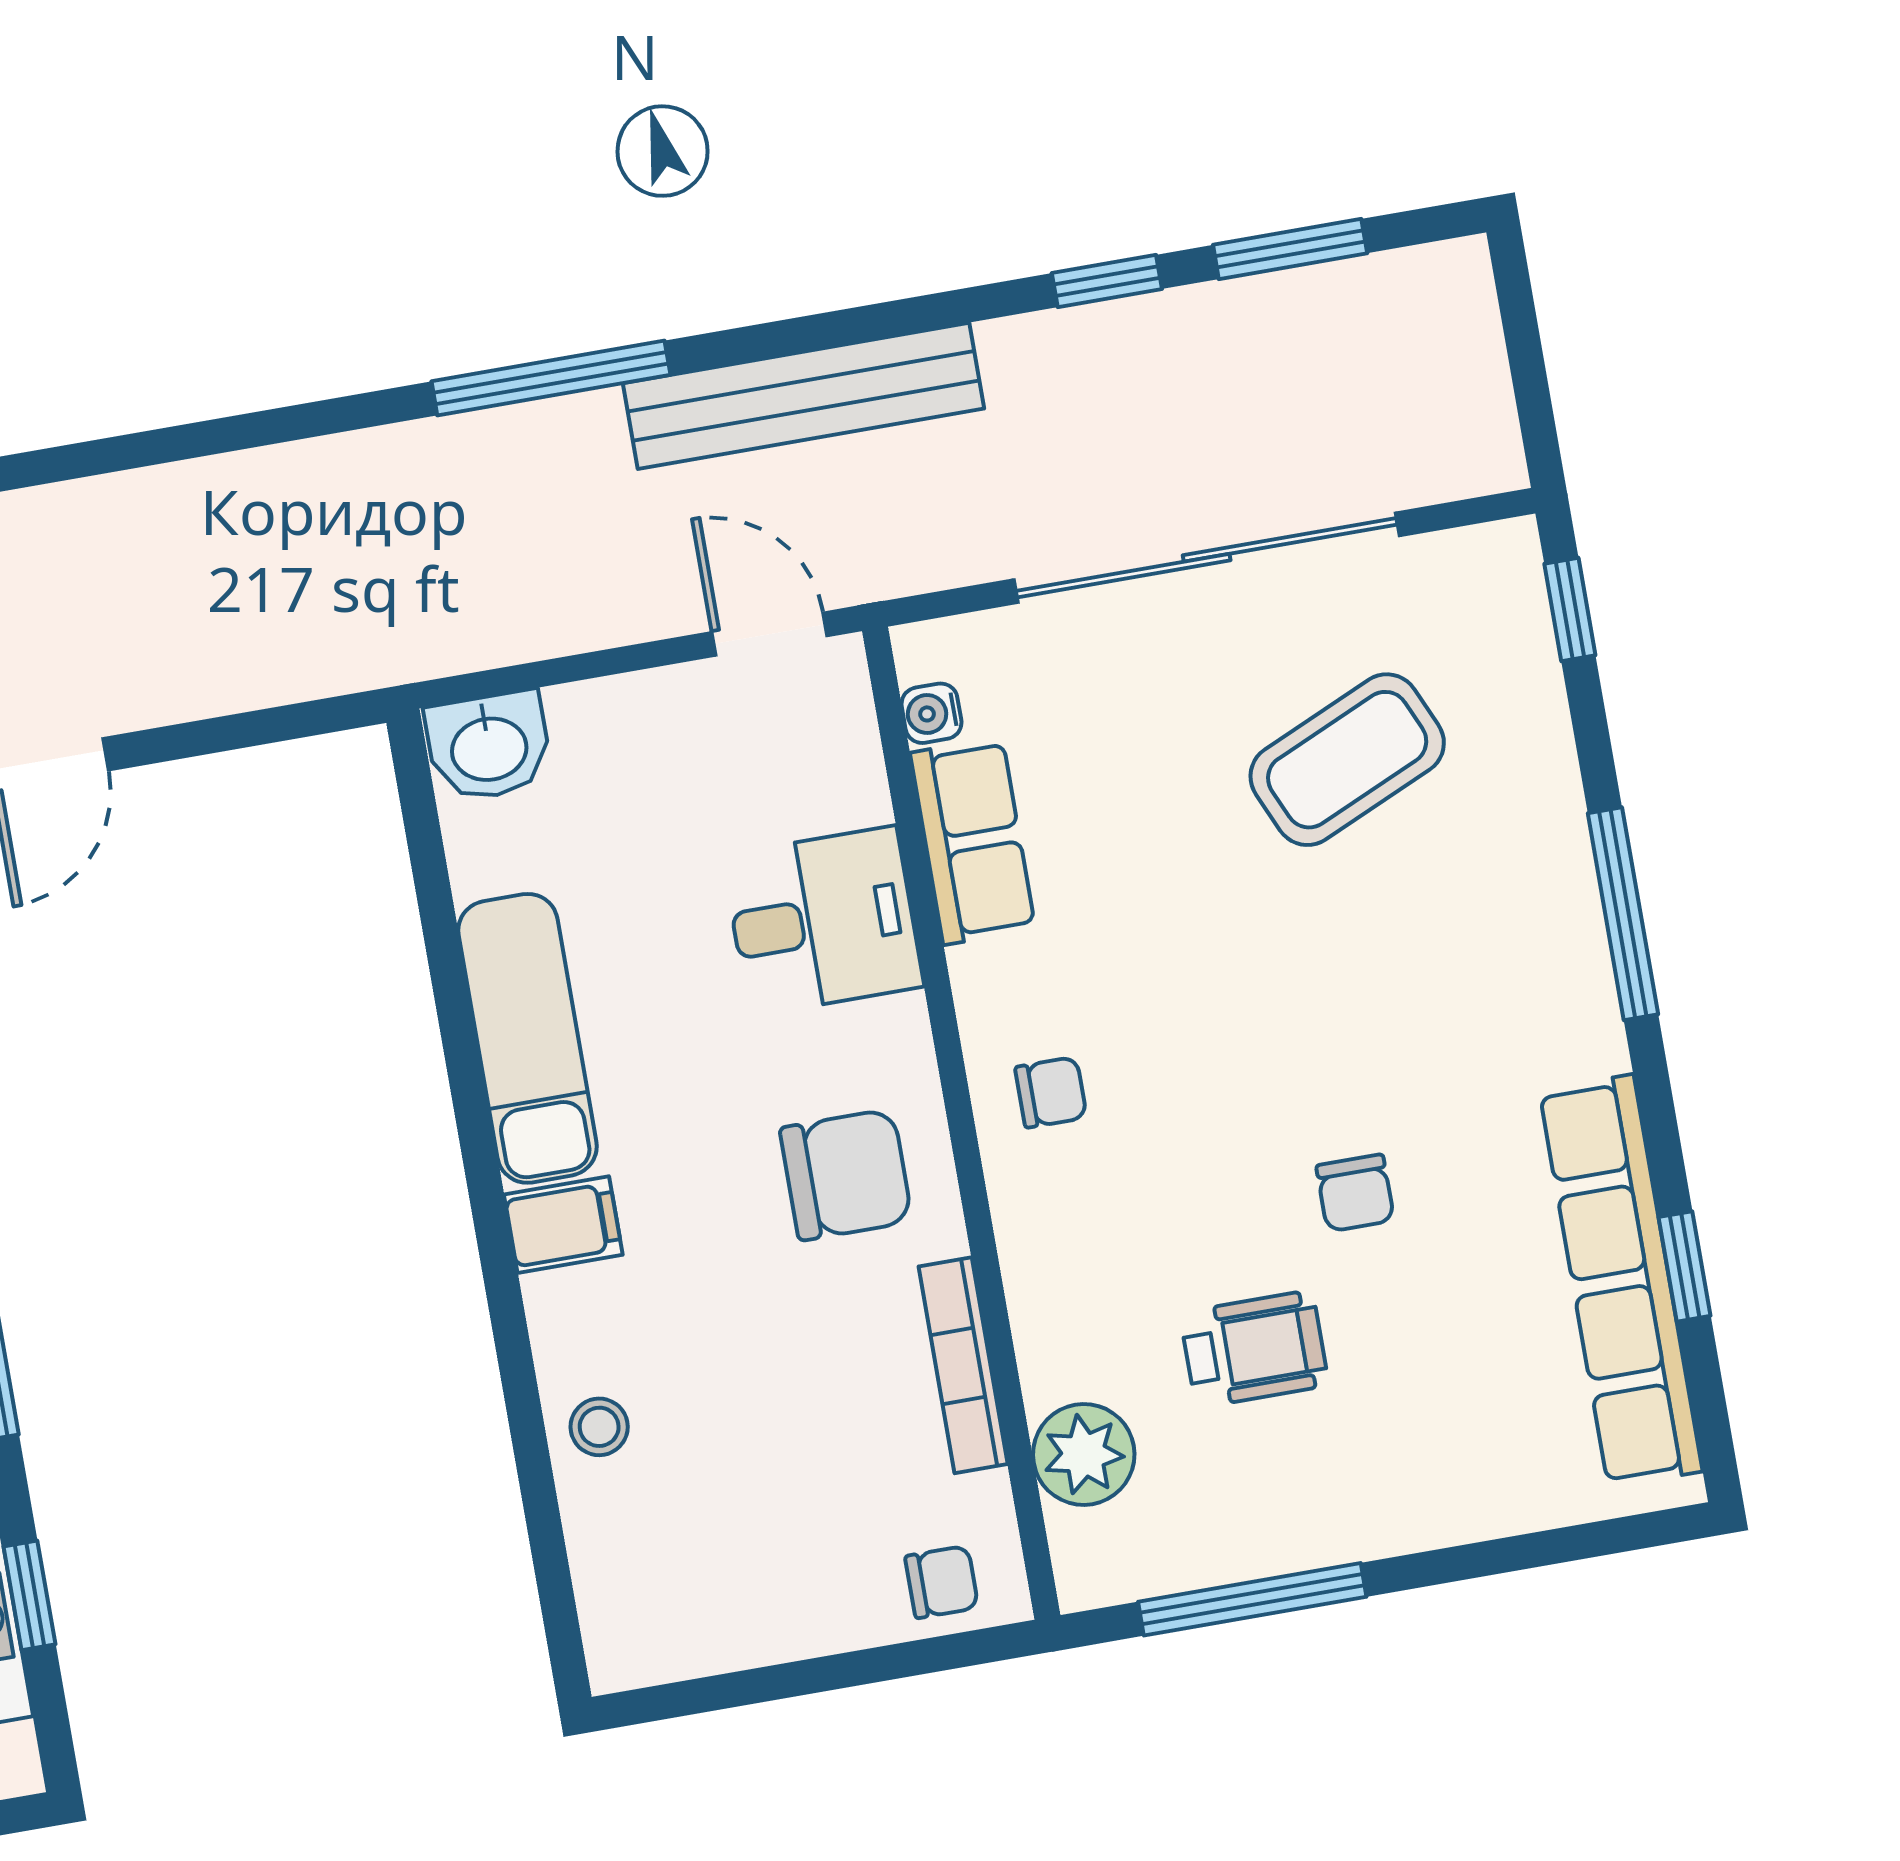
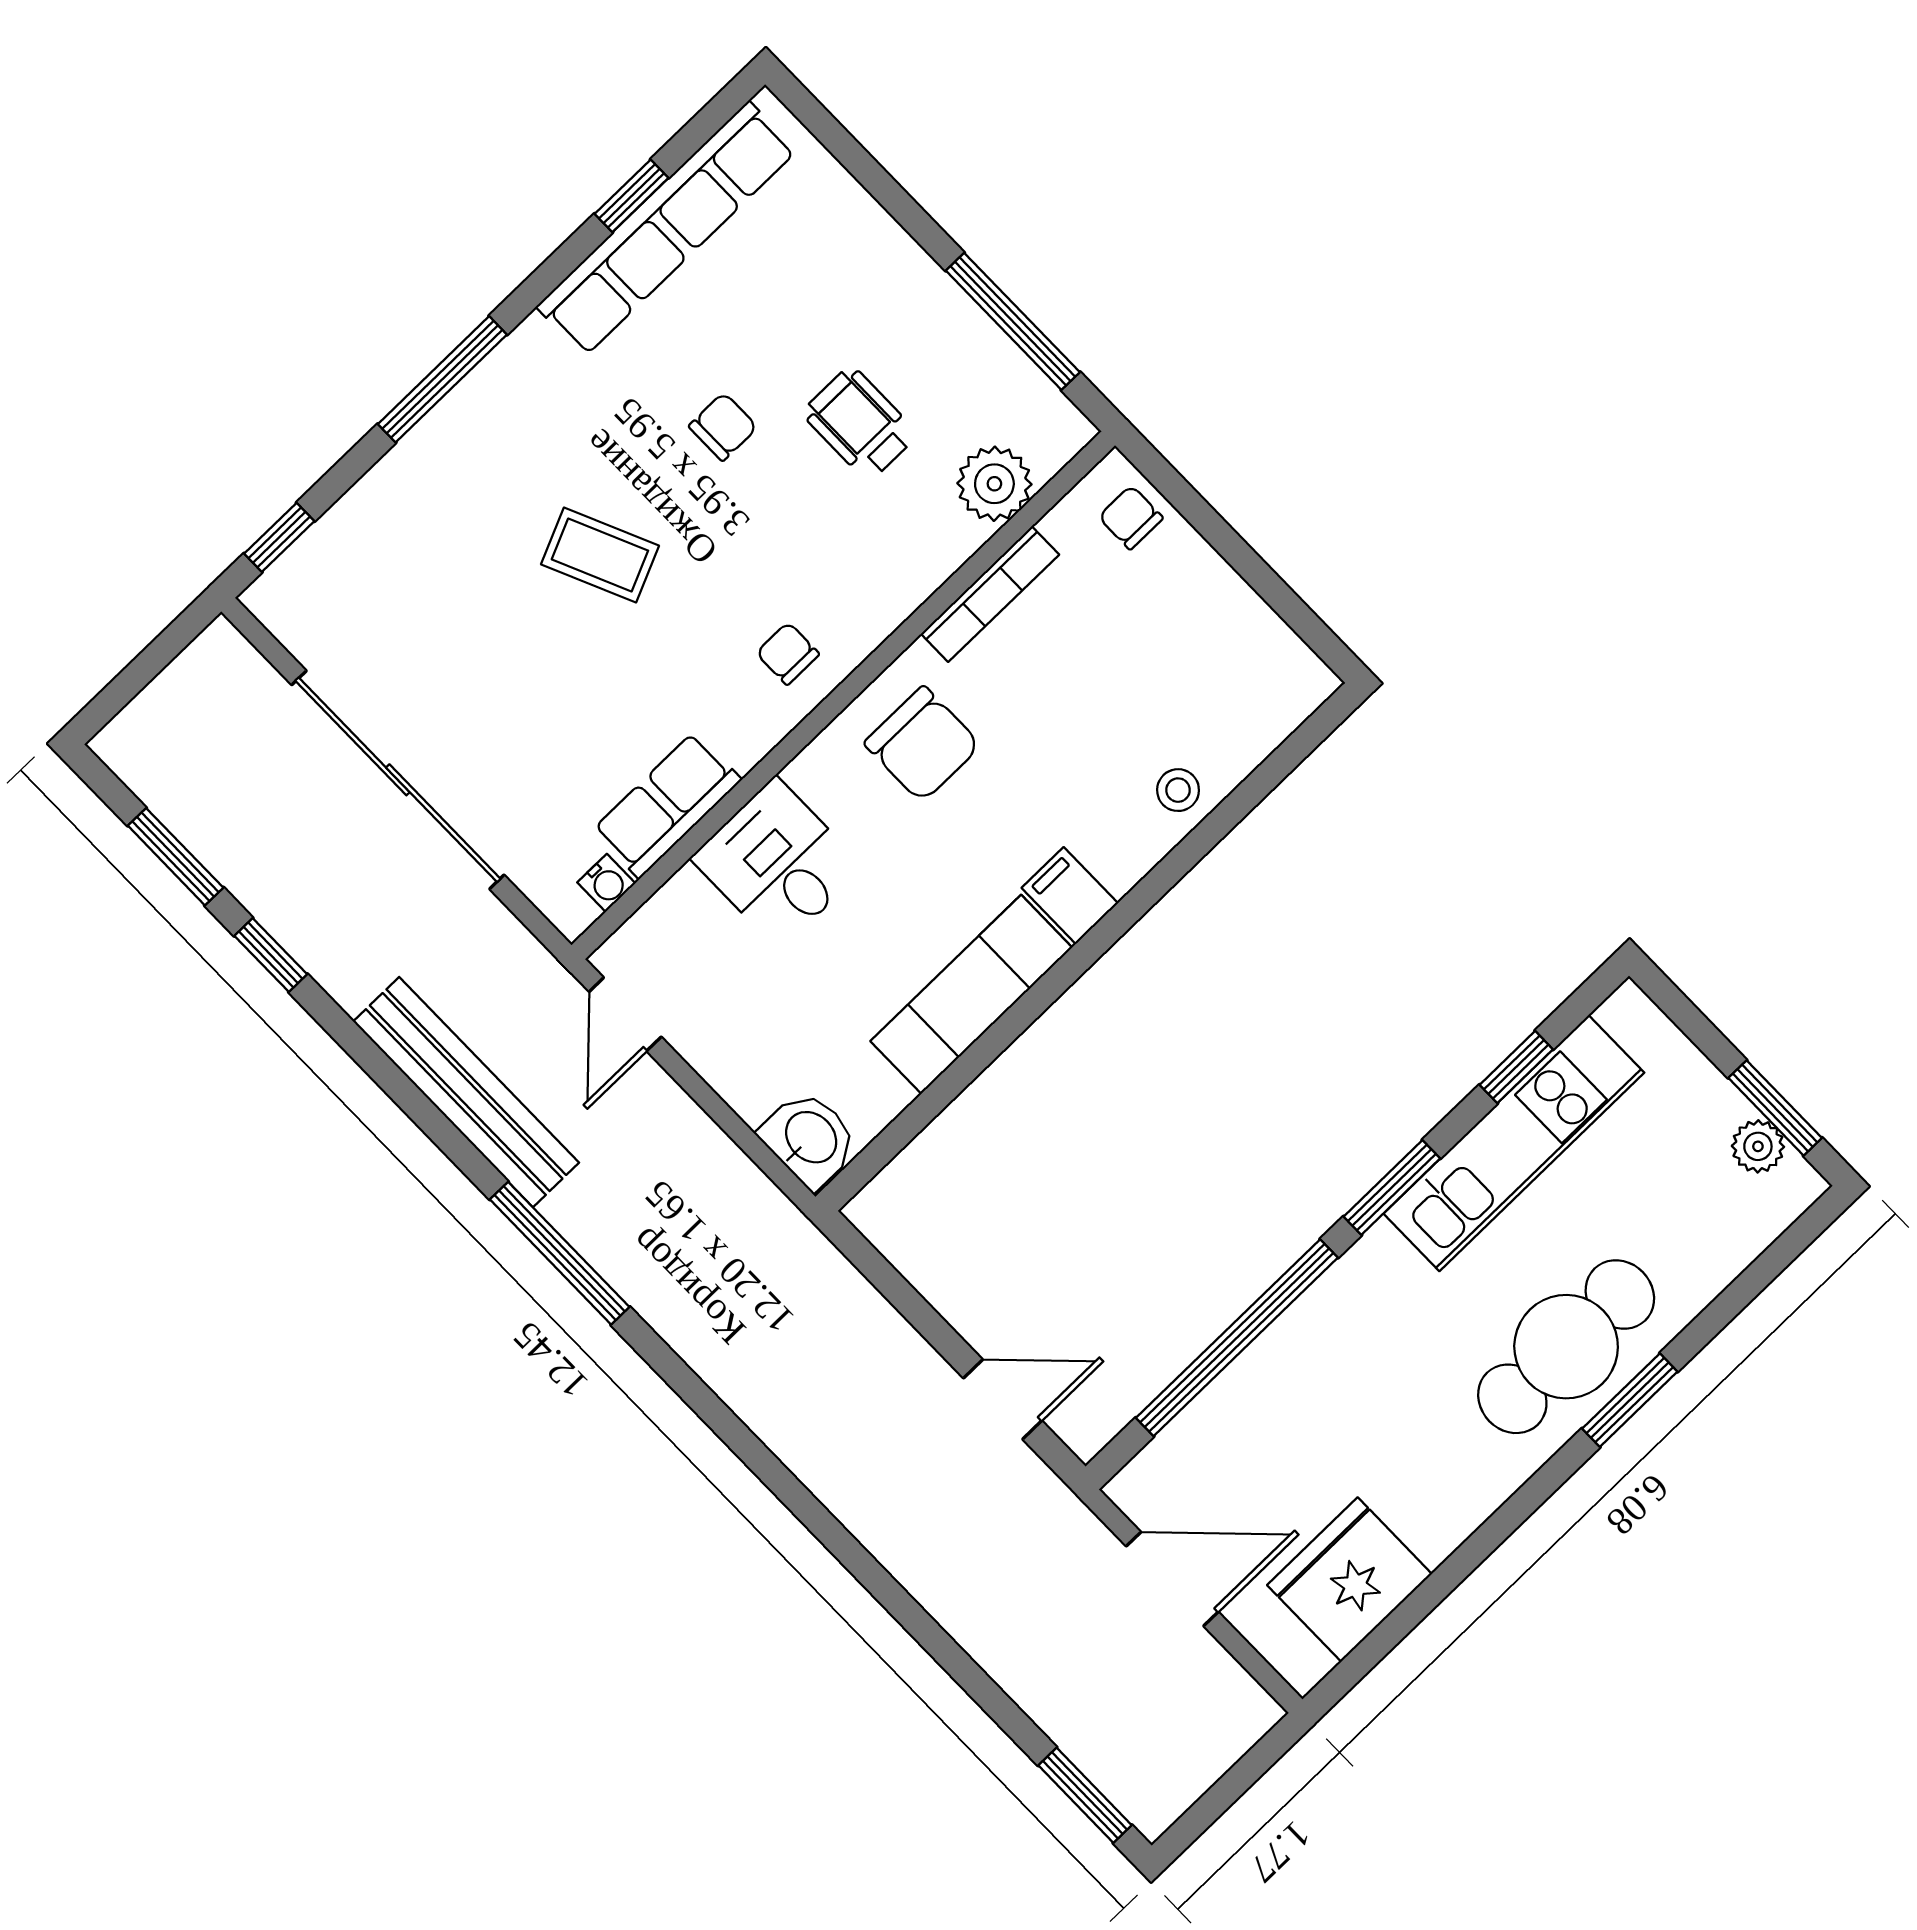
coffee table: (1347, 760) -> (600, 555), moved, width x0.73, depth x0.77
chair: (846, 1175) -> (923, 744), turned 180

